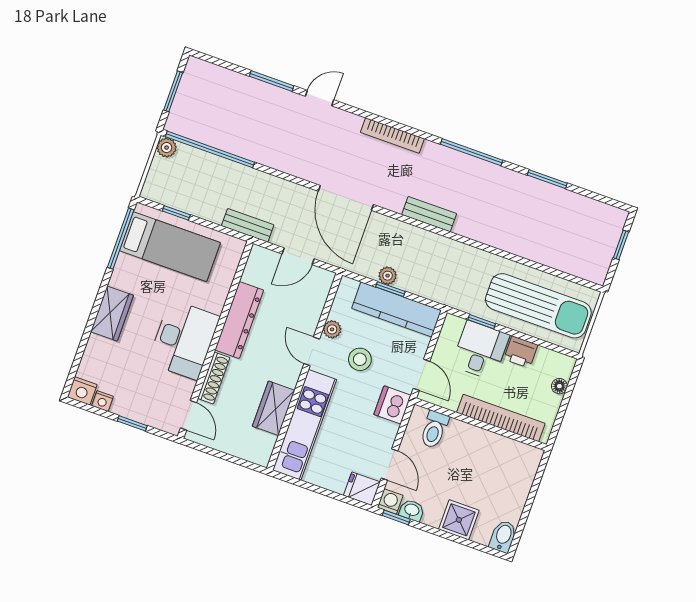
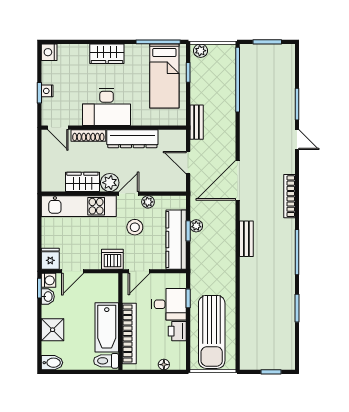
plant: (167, 148) -> (200, 51), moved
plant: (288, 372) -> (110, 183), added
nightstand: (103, 401) -> (47, 91), moved
door: (188, 415) -> (58, 128), hinge flipped
toilet: (434, 430) -> (106, 361), moved
bathtub: (482, 445) -> (107, 327), added

